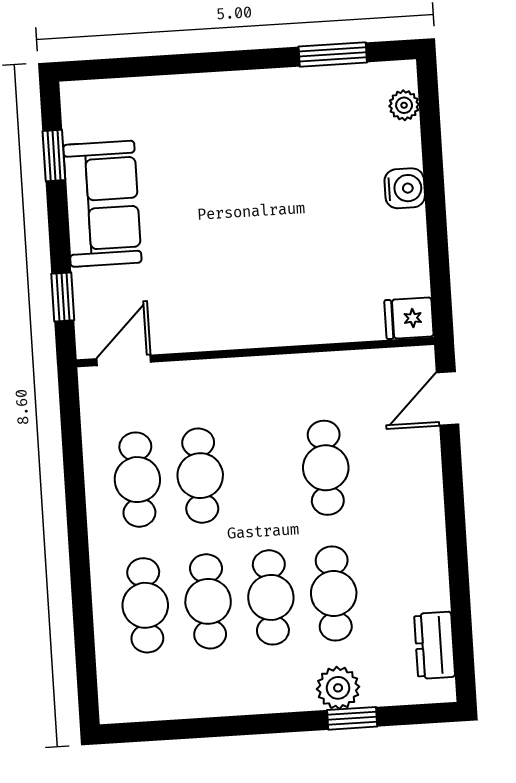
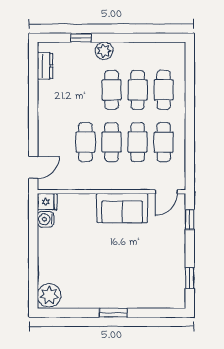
window: (333, 55) -> (113, 313), moved
plant: (404, 105) -> (49, 295), width x1.87, depth x1.87
water cooler: (405, 188) -> (46, 219), moved
sofa: (102, 204) -> (122, 208), moved, turned -90
cafe table: (334, 593) -> (112, 142), moved
plant: (338, 688) -> (104, 51), moved

